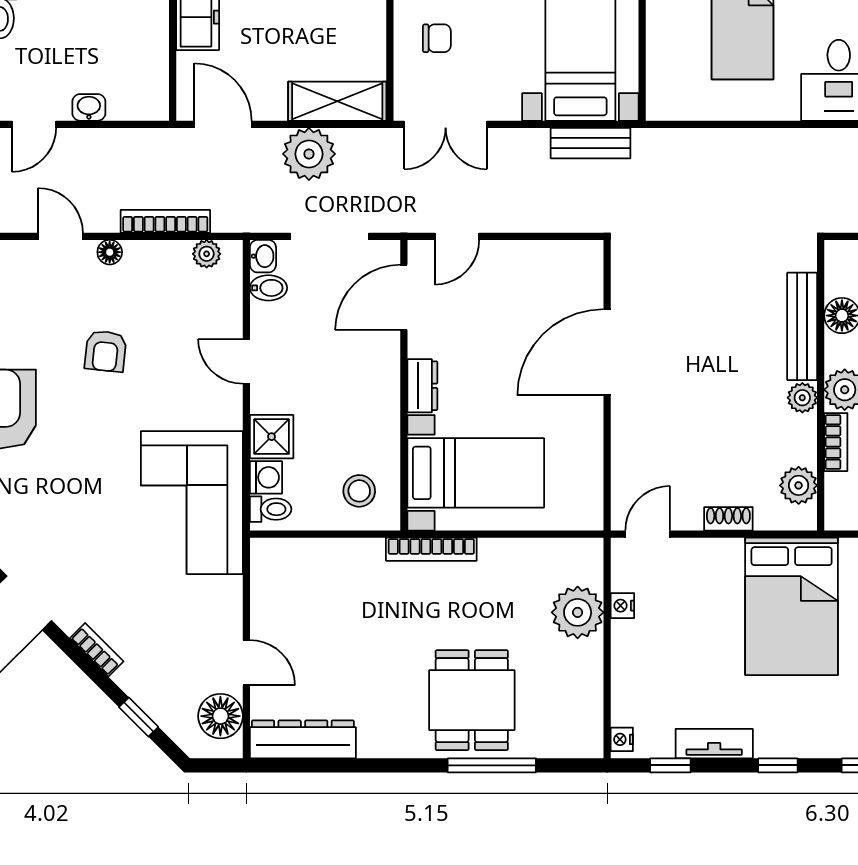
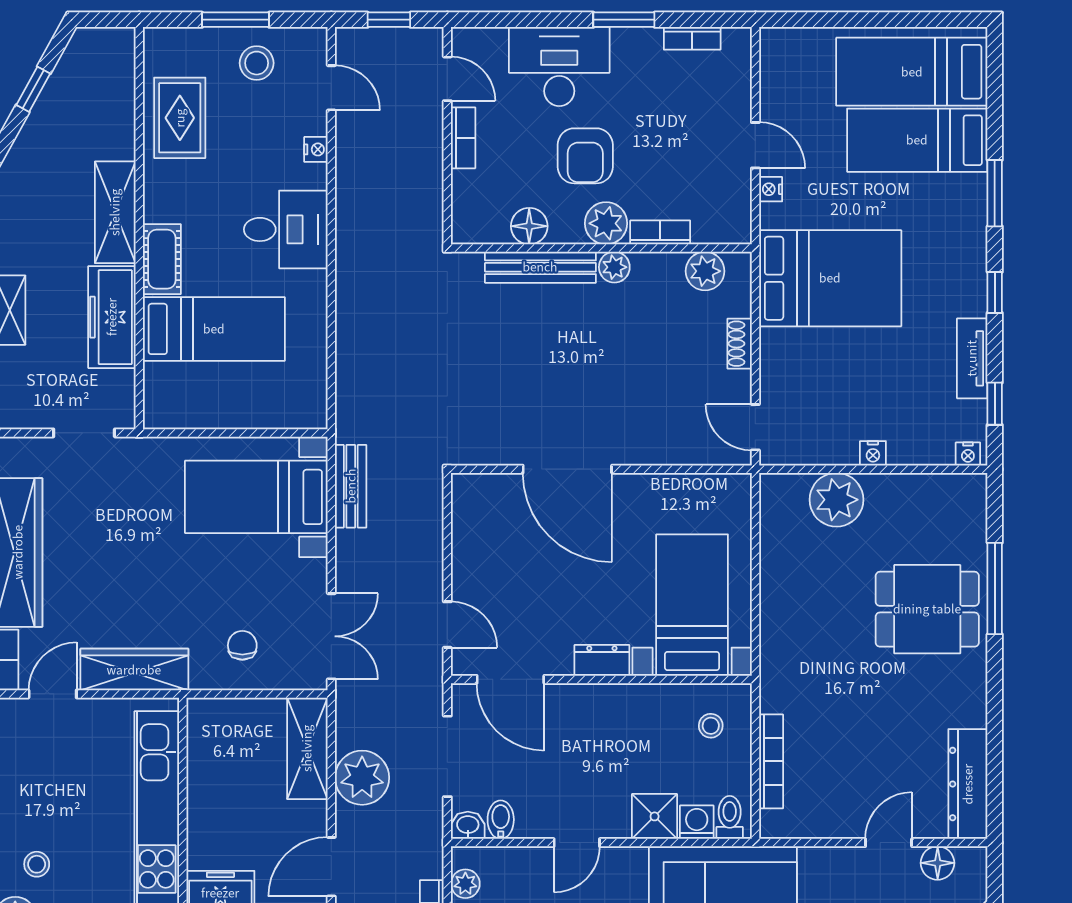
stool: (359, 491) -> (711, 726), width x0.73, depth x0.73
bookcase: (431, 549) -> (771, 761), moved
nightstand: (622, 606) -> (873, 453), moved
floor lamp: (220, 716) -> (938, 863), width x0.73, depth x0.73

